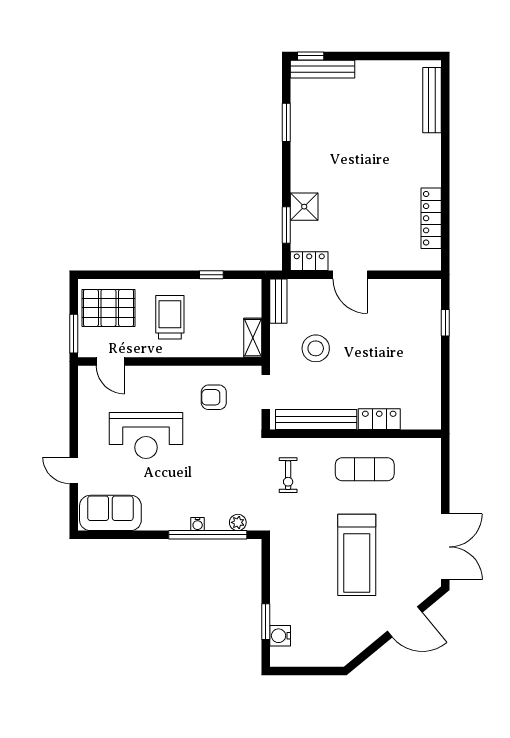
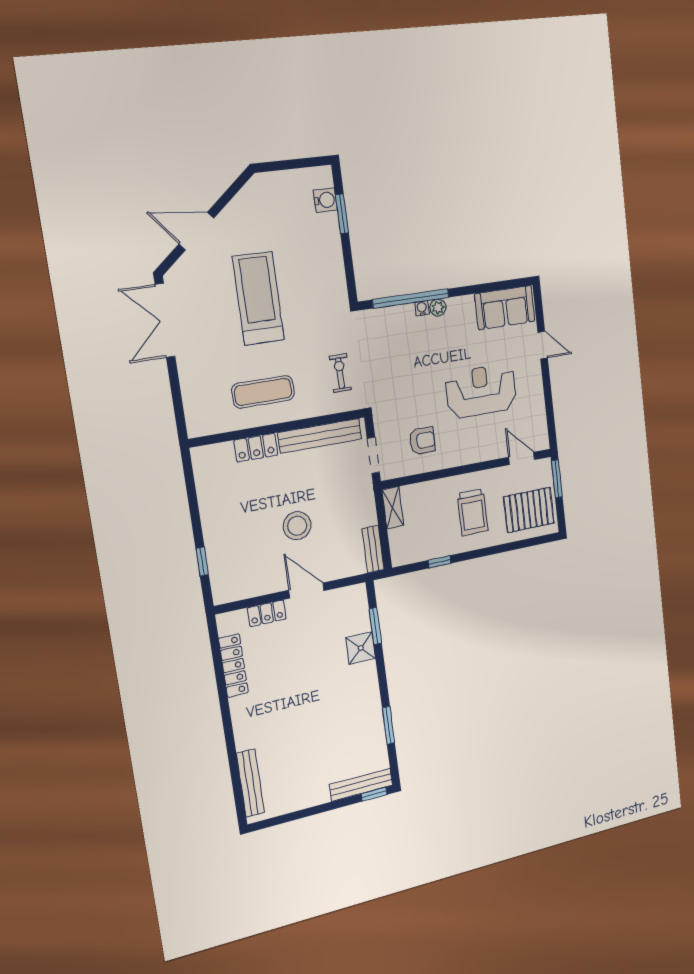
locker: (309, 261) -> (267, 613), moved
stool: (316, 348) -> (297, 526), moved
plant: (238, 522) -> (438, 308), moved

